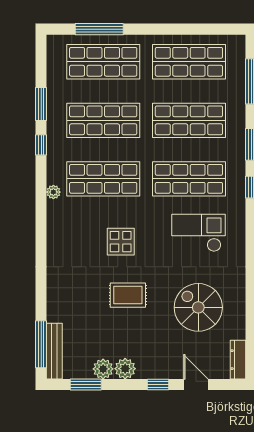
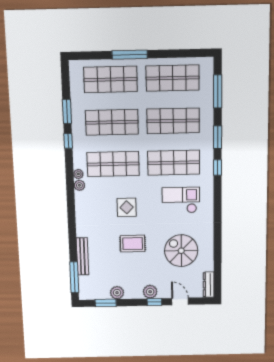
window: (99, 29) -> (130, 55), moved
plant: (54, 208) -> (79, 185), added
bench: (54, 351) -> (82, 256), moved
plant: (125, 369) -> (150, 292), moved

